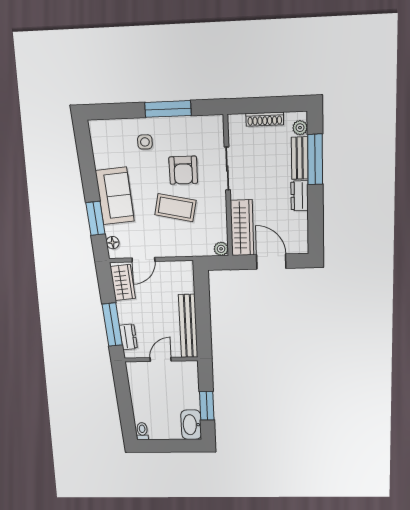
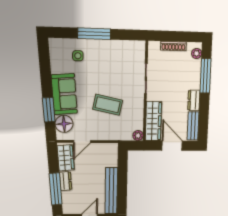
window: (168, 109) -> (94, 34), moved
side table: (145, 142) -> (78, 56), moved
bench: (300, 158) -> (193, 126), moved
armchair: (183, 170) -> (115, 78), removed
floor lamp: (113, 243) -> (64, 124), width x1.89, depth x1.89
dresser: (128, 337) -> (66, 181), moved

